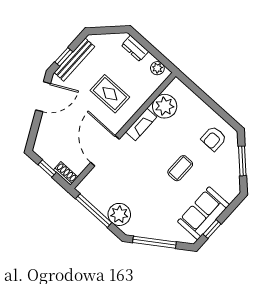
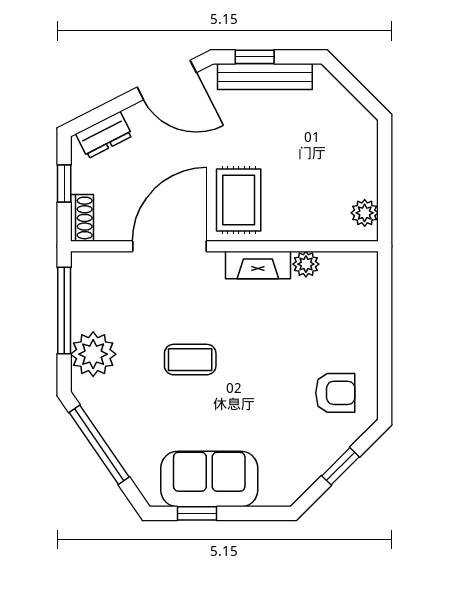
dresser: (135, 48) -> (104, 135), moved, turned -117
rug: (110, 94) -> (239, 200), moved
plant: (165, 106) -> (306, 264), width x0.53, depth x0.53
armchair: (214, 139) -> (335, 393), turned 180
window: (242, 161) -> (341, 466), width x0.67
coffee table: (180, 168) -> (190, 360), moved

